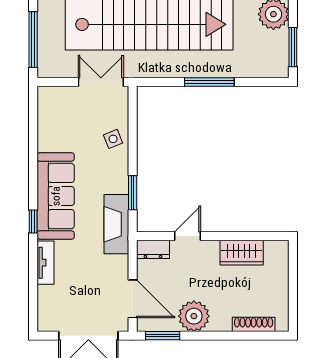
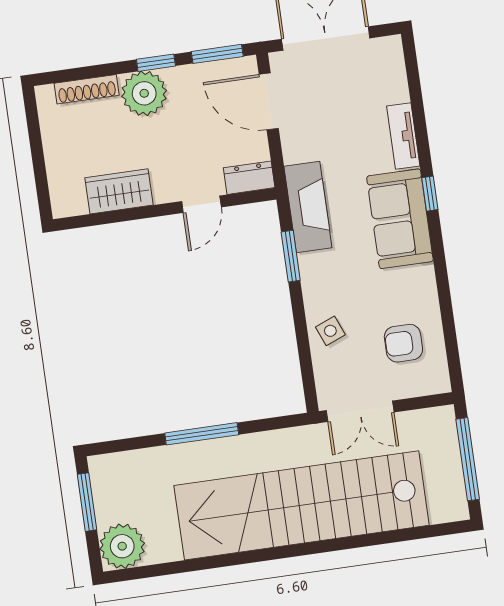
armchair: (65, 124) -> (403, 343), added
sofa: (56, 196) -> (400, 219), width x0.73
plant: (194, 316) -> (144, 93), moved
window: (205, 336) -> (156, 63), added

